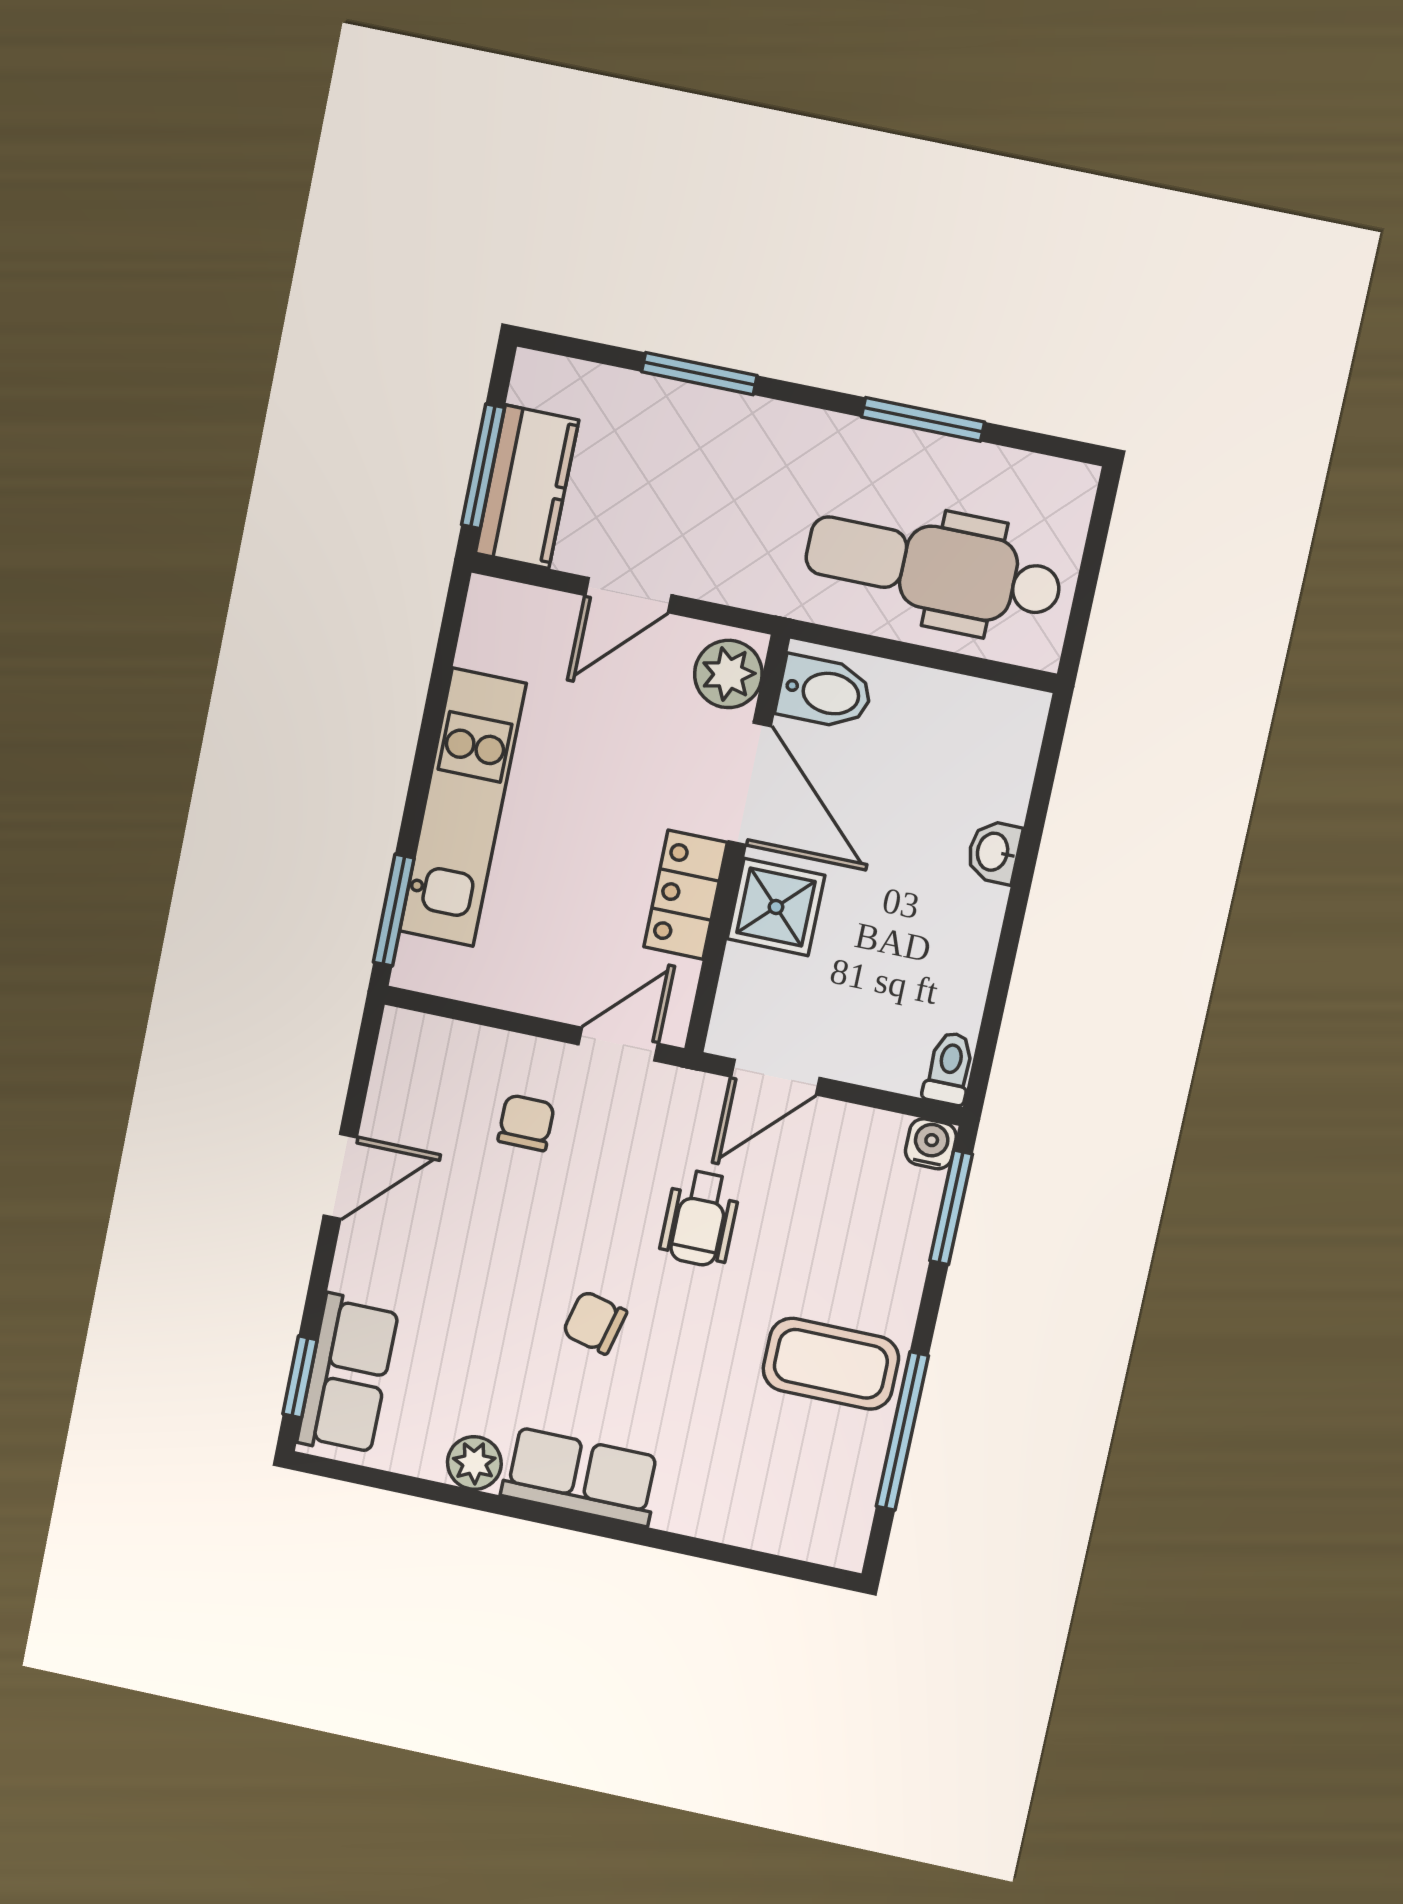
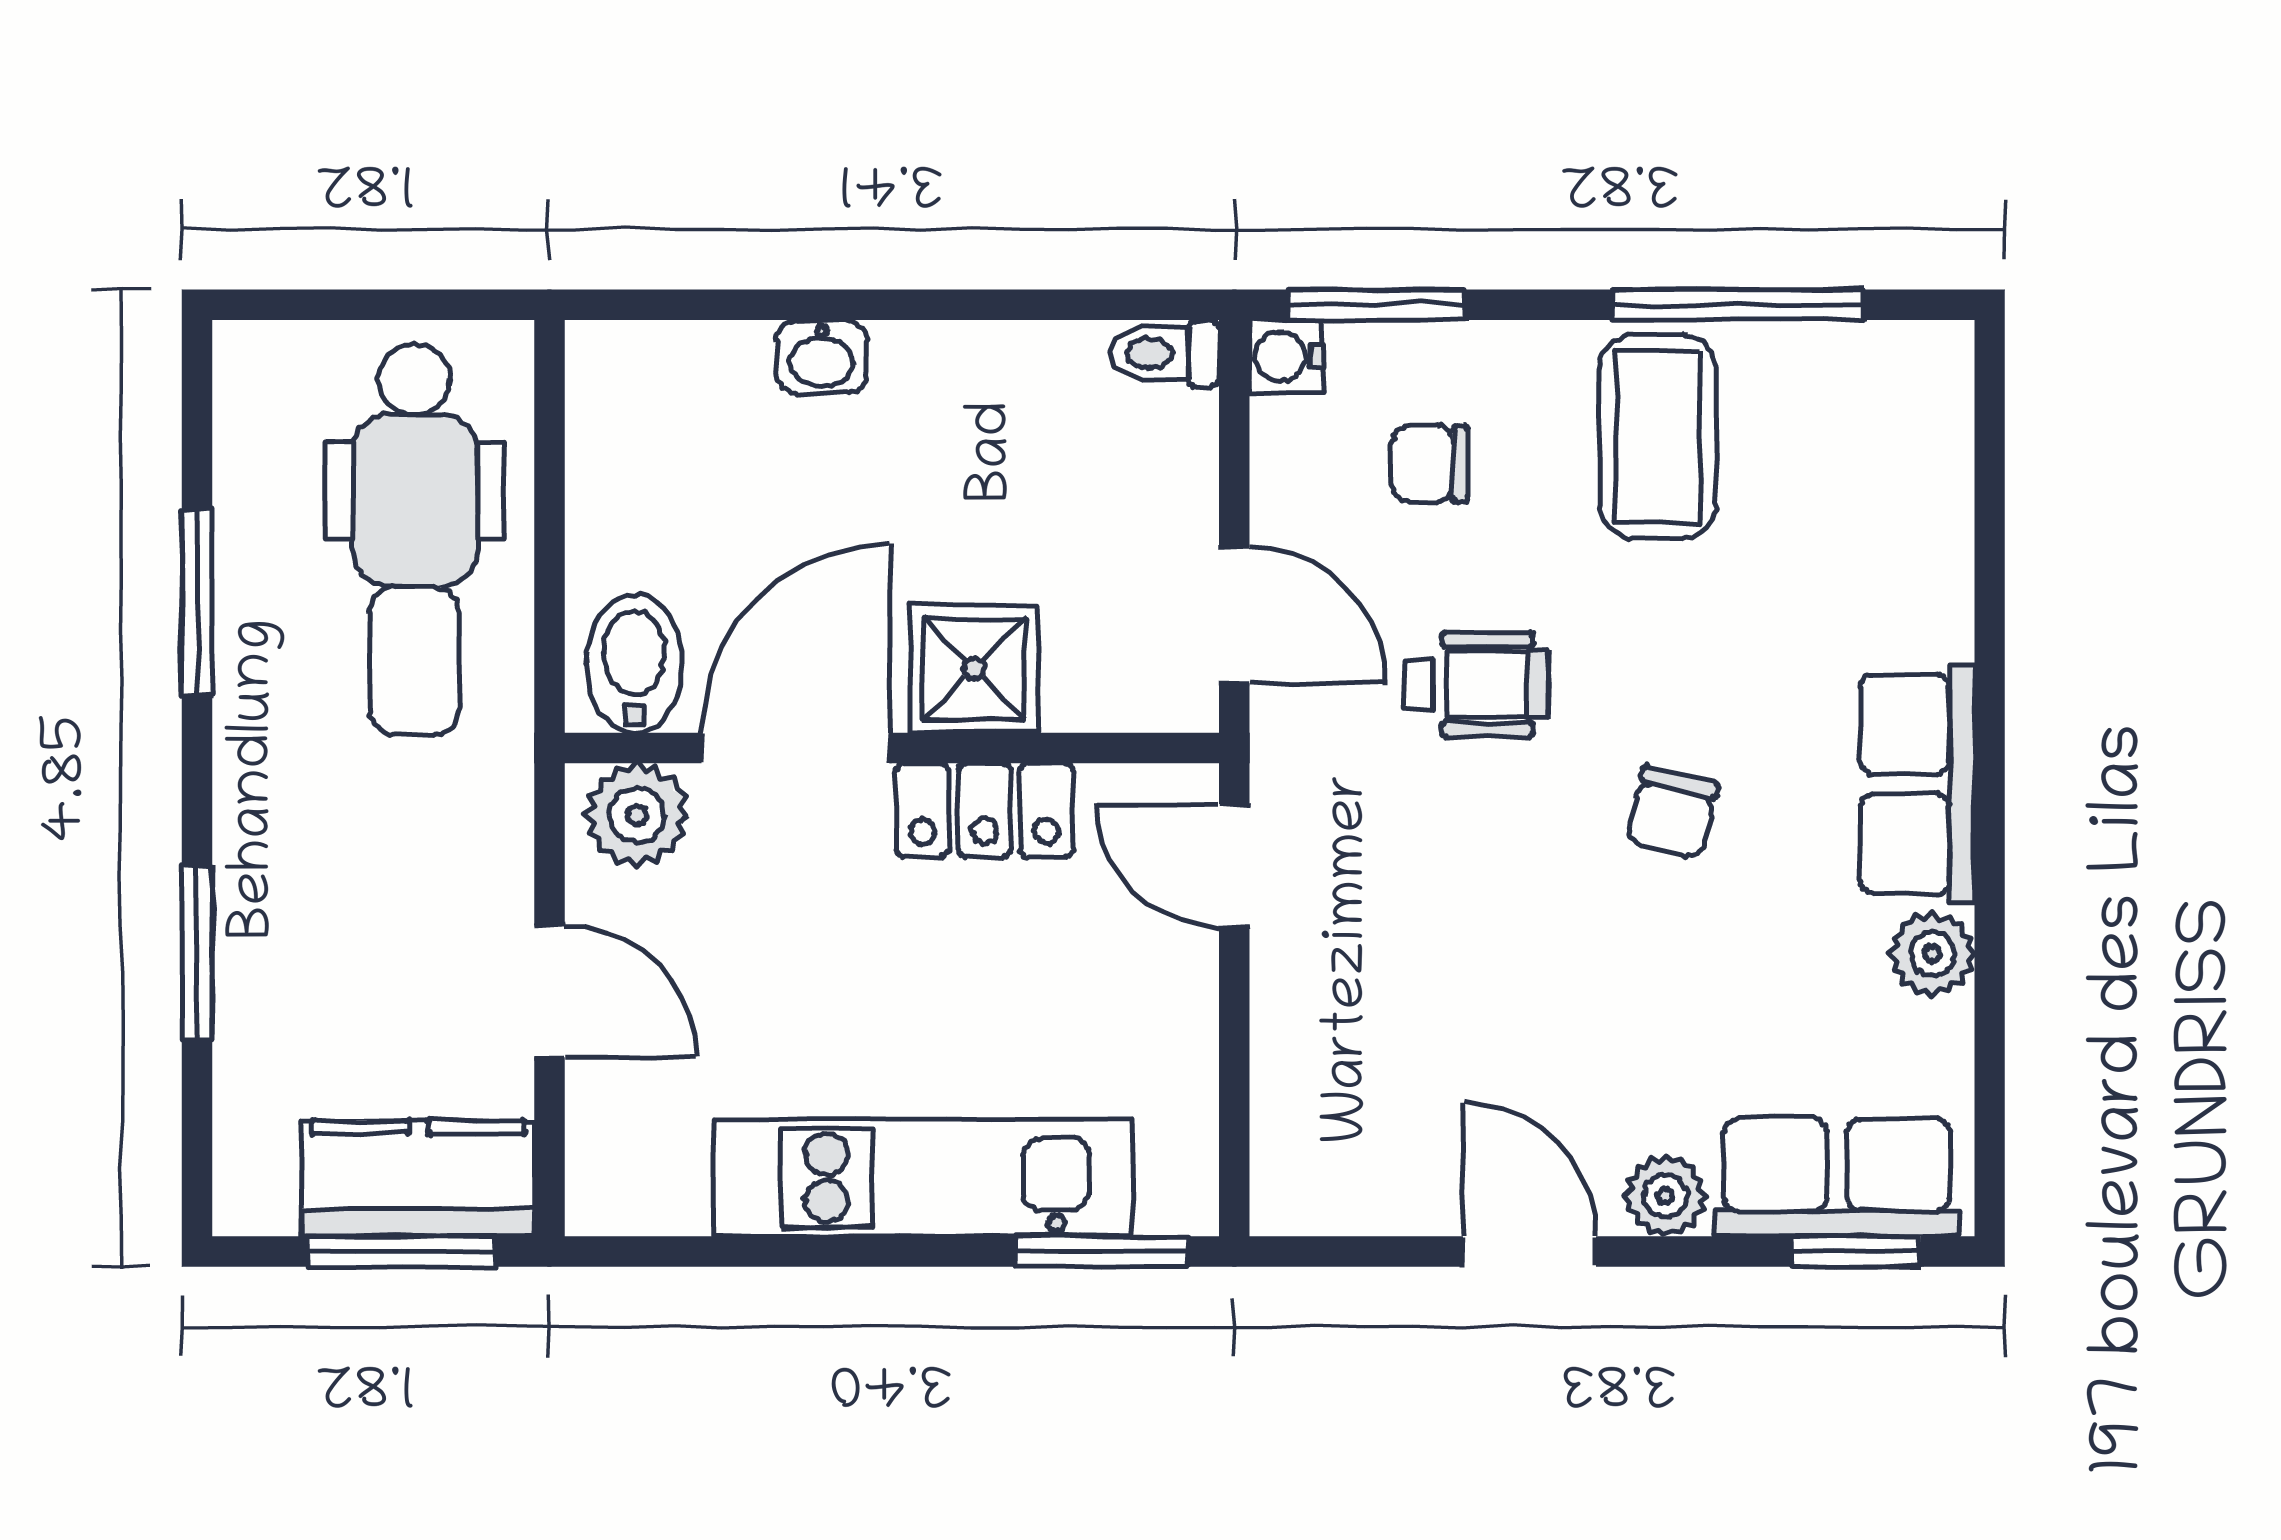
chair: (526, 1123) -> (1430, 464), moved
plant: (358, 1267) -> (1665, 1196), added

